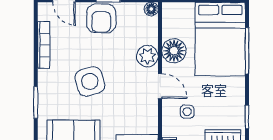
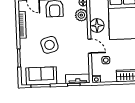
plant: (147, 56) -> (81, 15), moved

